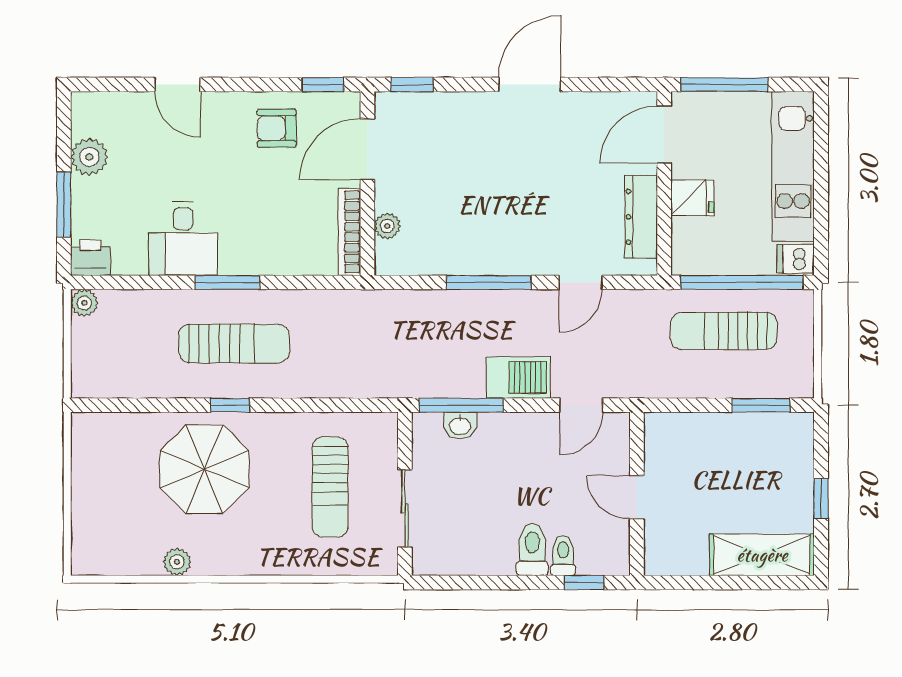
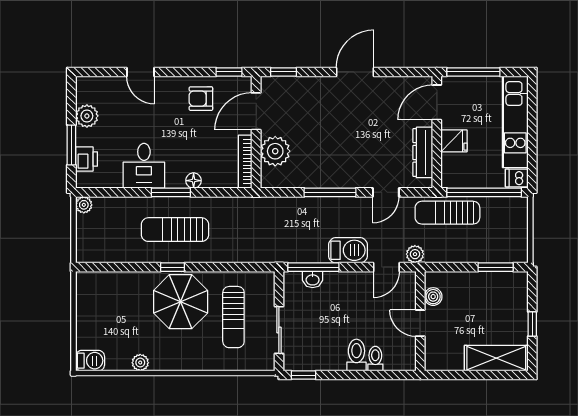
plant: (387, 226) -> (275, 151), width x1.88, depth x1.88
printer: (90, 258) -> (86, 159), moved, turned 90
floor lamp: (264, 263) -> (194, 181), added
sun lounger: (724, 331) -> (447, 213), moved
sun lounger: (234, 343) -> (175, 230), turned 180
plant: (628, 384) -> (415, 254), added
boiler: (658, 454) -> (433, 297), added
parasol: (205, 469) -> (181, 302), moved
barbecue: (94, 559) -> (90, 361), added
window: (584, 583) -> (303, 375), moved

